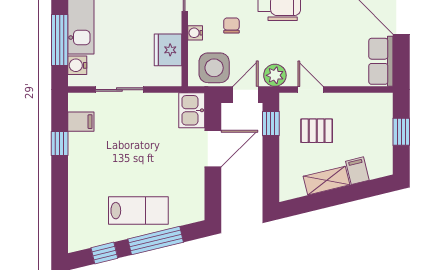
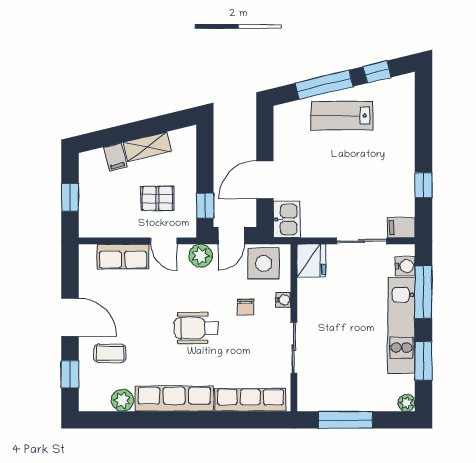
fridge: (168, 50) -> (311, 261), moved
row of seats: (381, 61) -> (123, 257), moved, turned 90
filing cabinet: (81, 122) -> (401, 228), moved

